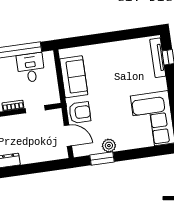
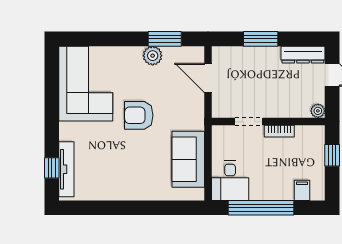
desk: (31, 68) -> (230, 181), moved
armchair: (80, 112) -> (139, 115), moved
window: (35, 168) -> (261, 39), added

